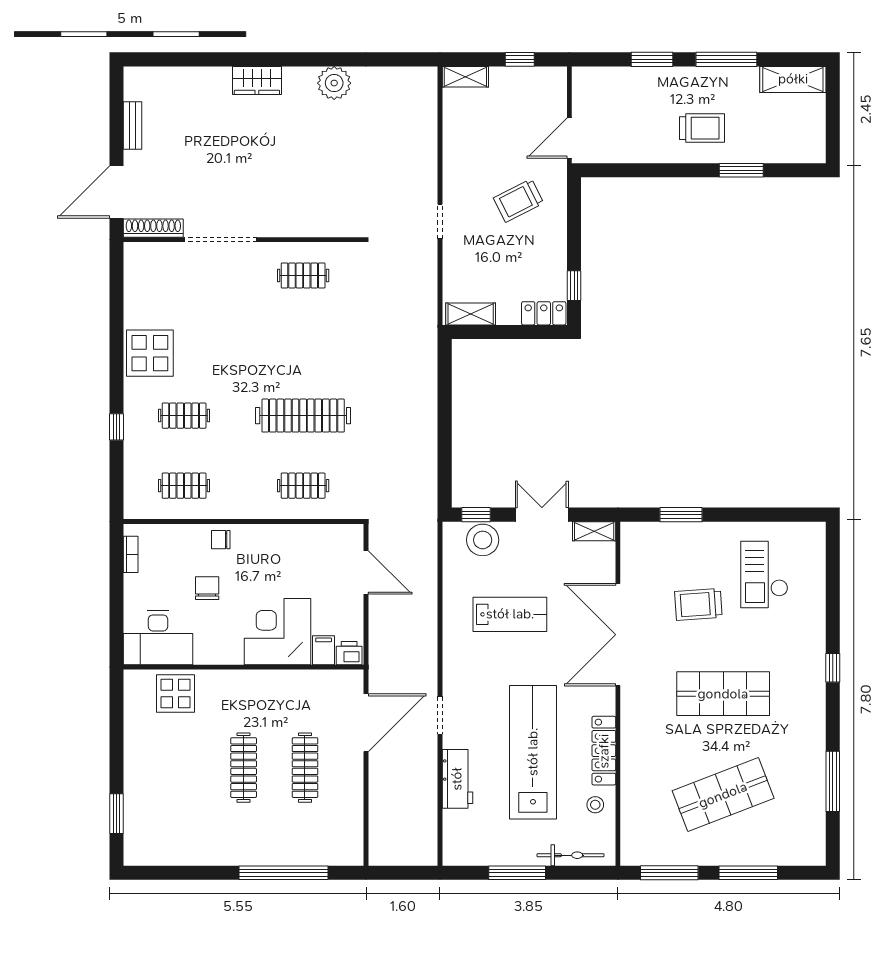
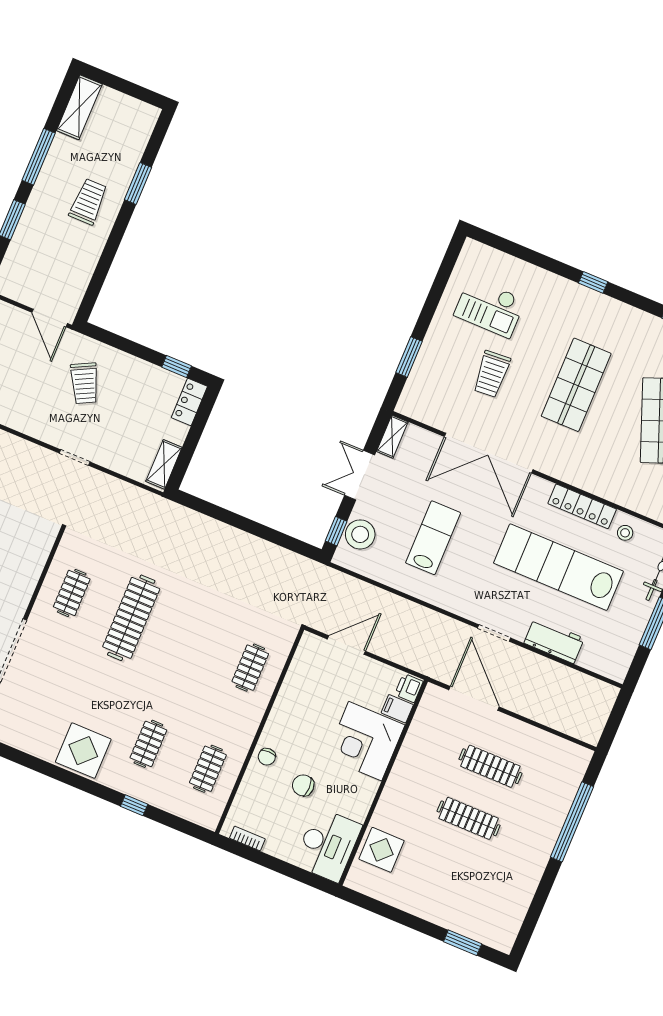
clothes rail: (303, 416) -> (131, 618), moved

